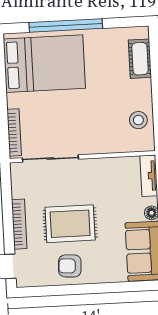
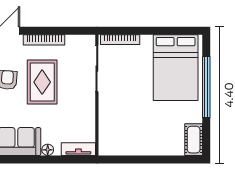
cot: (140, 59) -> (194, 140), moved, turned 90
stool: (138, 120) -> (125, 143), removed

